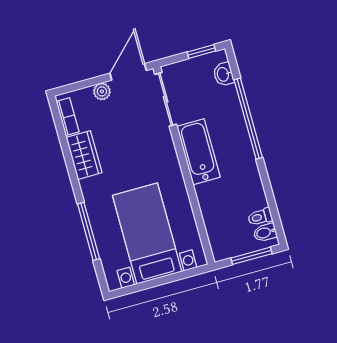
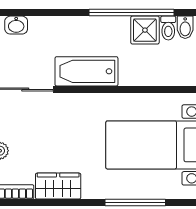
window: (248, 119) -> (131, 13), moved
shower: (252, 196) -> (145, 30), added

